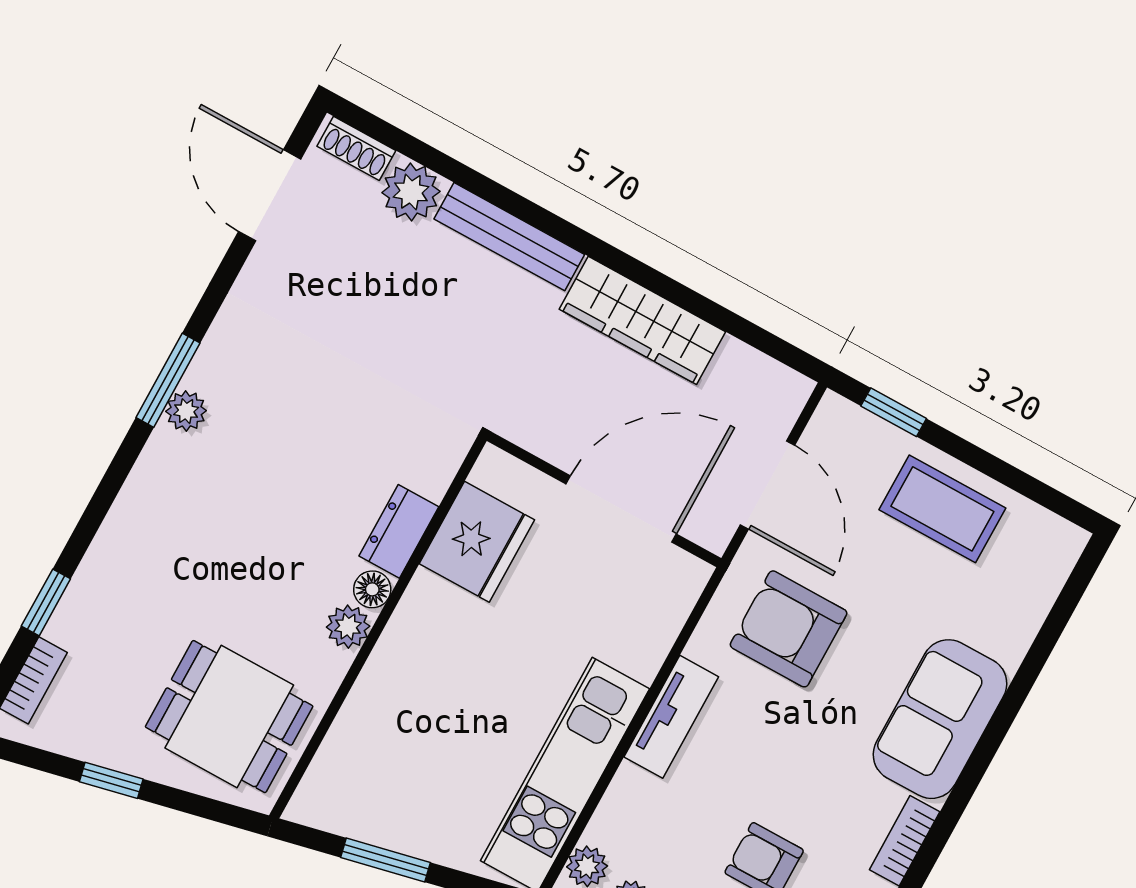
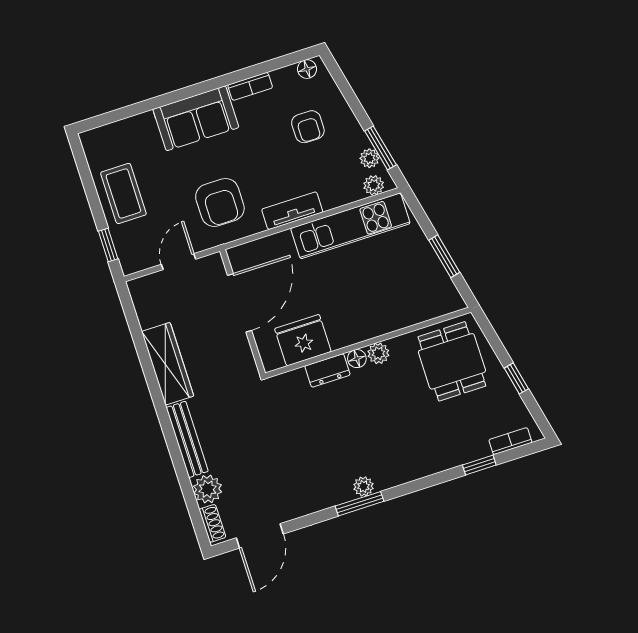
door: (768, 485) -> (178, 262), width x0.73
door: (621, 509) -> (240, 303), swing flipped

